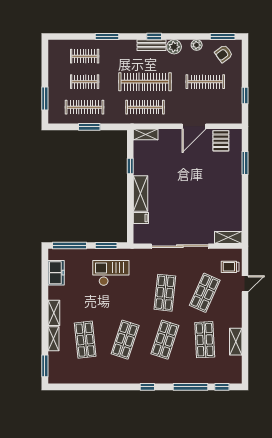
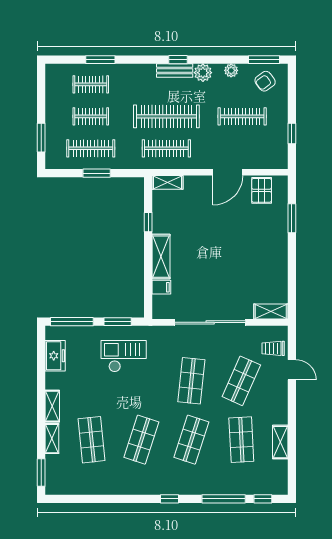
window: (107, 36) -> (100, 60), moved
door: (245, 284) -> (292, 370), hinge flipped

